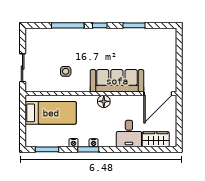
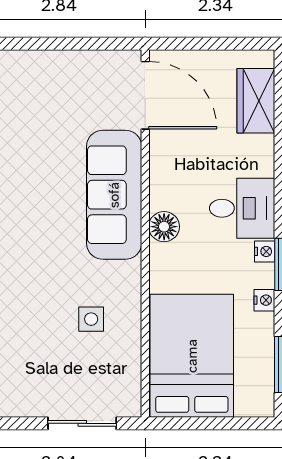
bed: (51, 113) -> (192, 356), width x1.50
desk: (129, 134) -> (242, 208), moved

